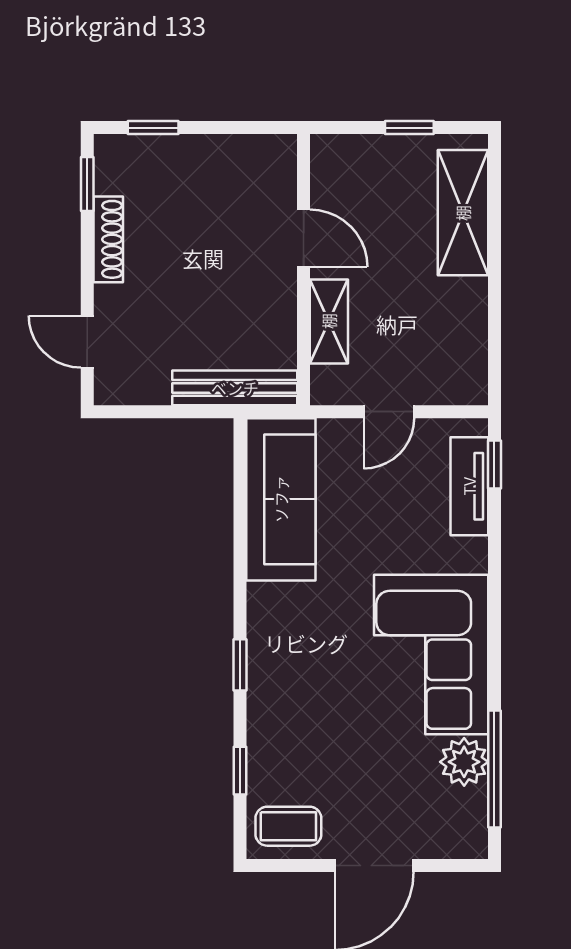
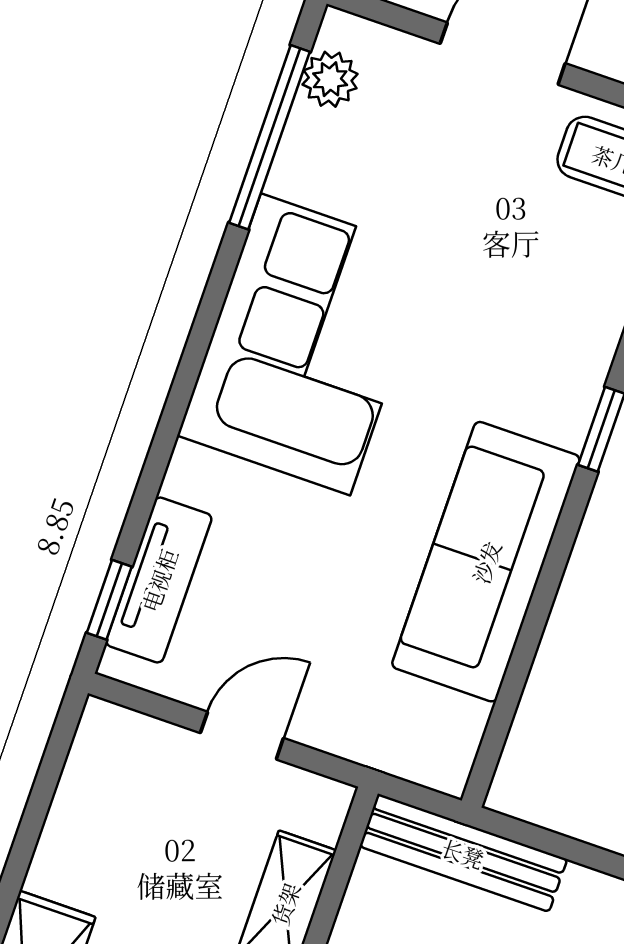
sofa: (281, 499) -> (486, 562), moved
plant: (464, 762) -> (330, 79), moved, width x0.73, depth x0.73

